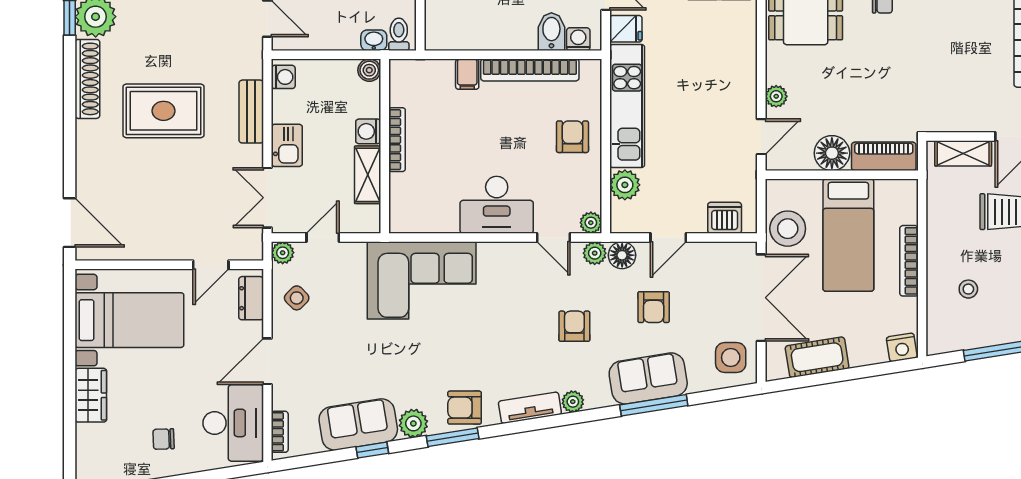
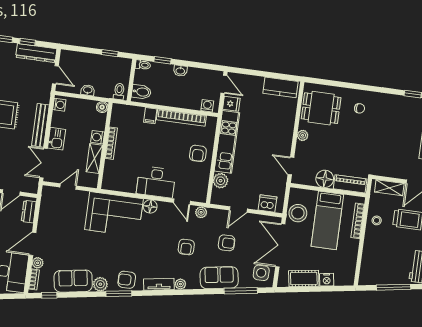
bidet: (551, 32) -> (141, 92), moved, turned 90
washbasin: (374, 40) -> (88, 90), moved
plant: (776, 96) -> (303, 135), moved
bench: (251, 112) -> (40, 125), width x1.36
armchair: (572, 137) -> (198, 153), turned 180
door: (761, 137) -> (291, 166), swing flipped
plant: (591, 223) -> (201, 197), removed
plant: (283, 253) -> (38, 263), moved
floor lamp: (622, 255) -> (150, 206), moved
bookcase: (909, 261) -> (358, 221), moved
stool: (968, 289) -> (377, 220), moved
side table: (297, 298) -> (51, 215), removed
double door: (761, 298) -> (280, 245), swing flipped
armchair: (654, 307) -> (227, 243), turned -90
armchair: (574, 326) -> (186, 247), turned 180
nightstand: (902, 347) -> (327, 280), moved
window: (654, 405) -> (241, 291), moved
window: (372, 450) -> (49, 295), moved

